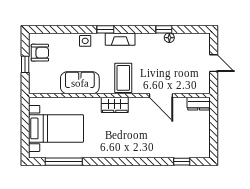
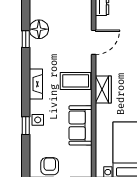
window: (105, 29) -> (26, 126), moved
floor lamp: (169, 38) -> (39, 29), width x1.89, depth x1.89

